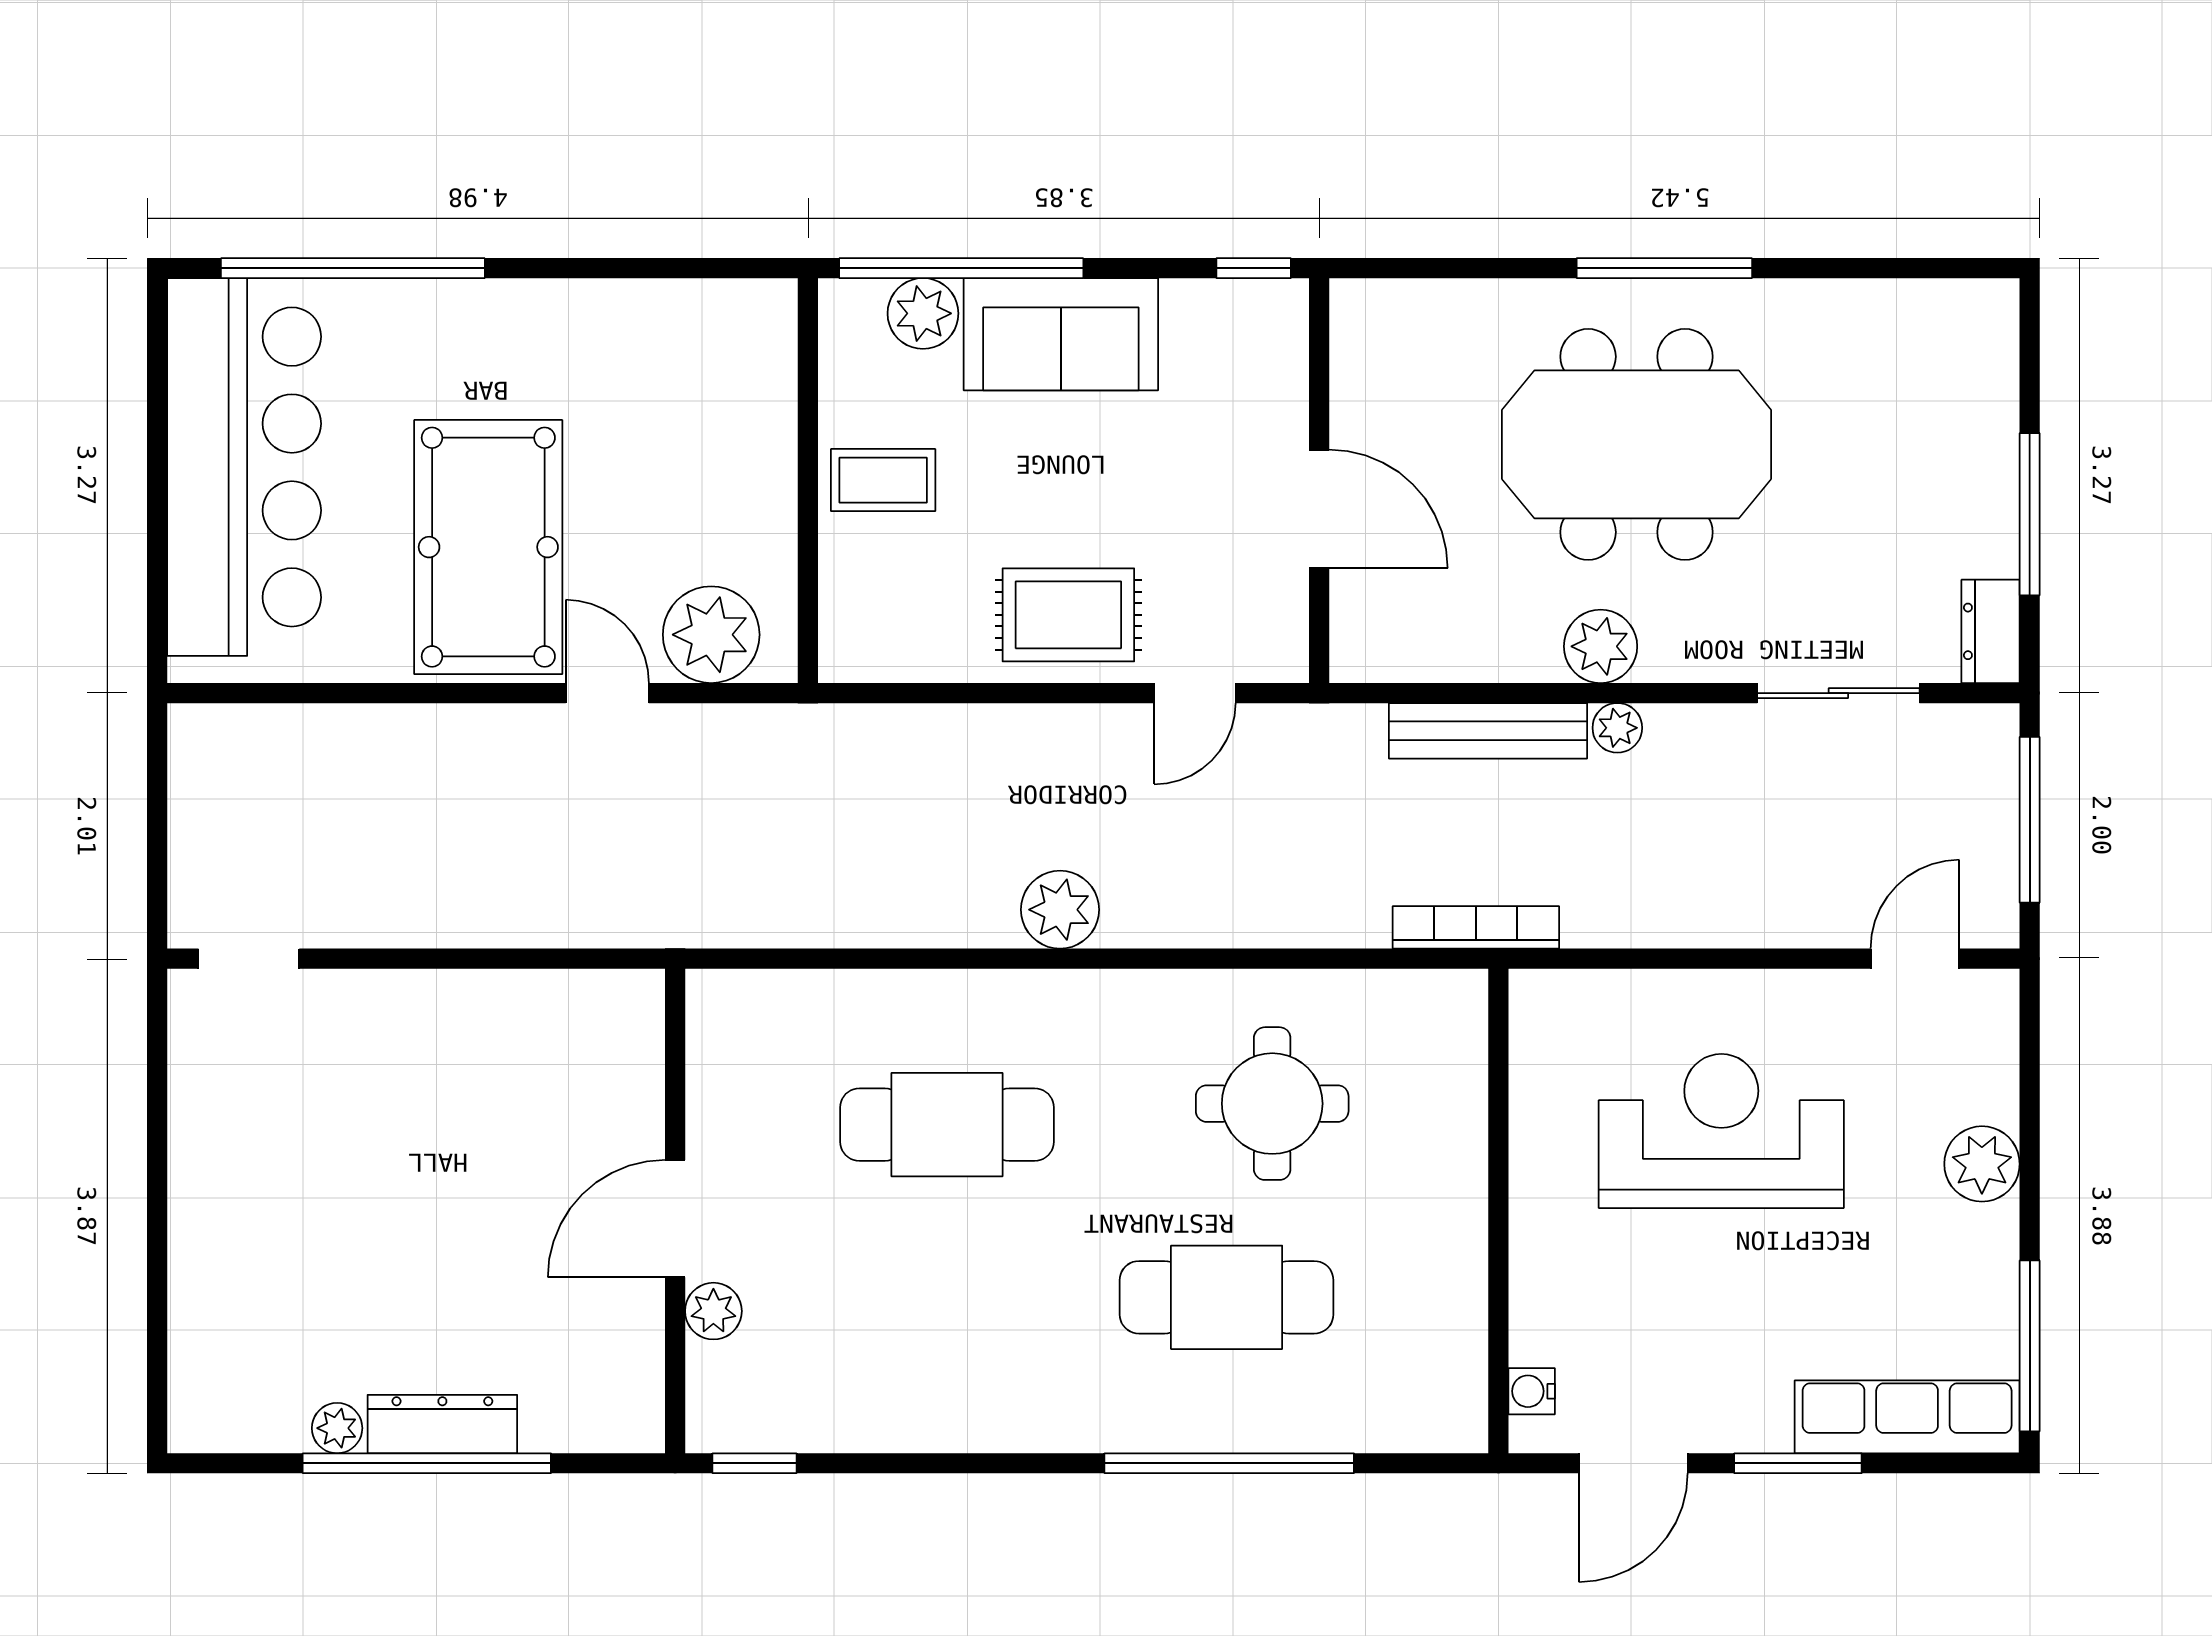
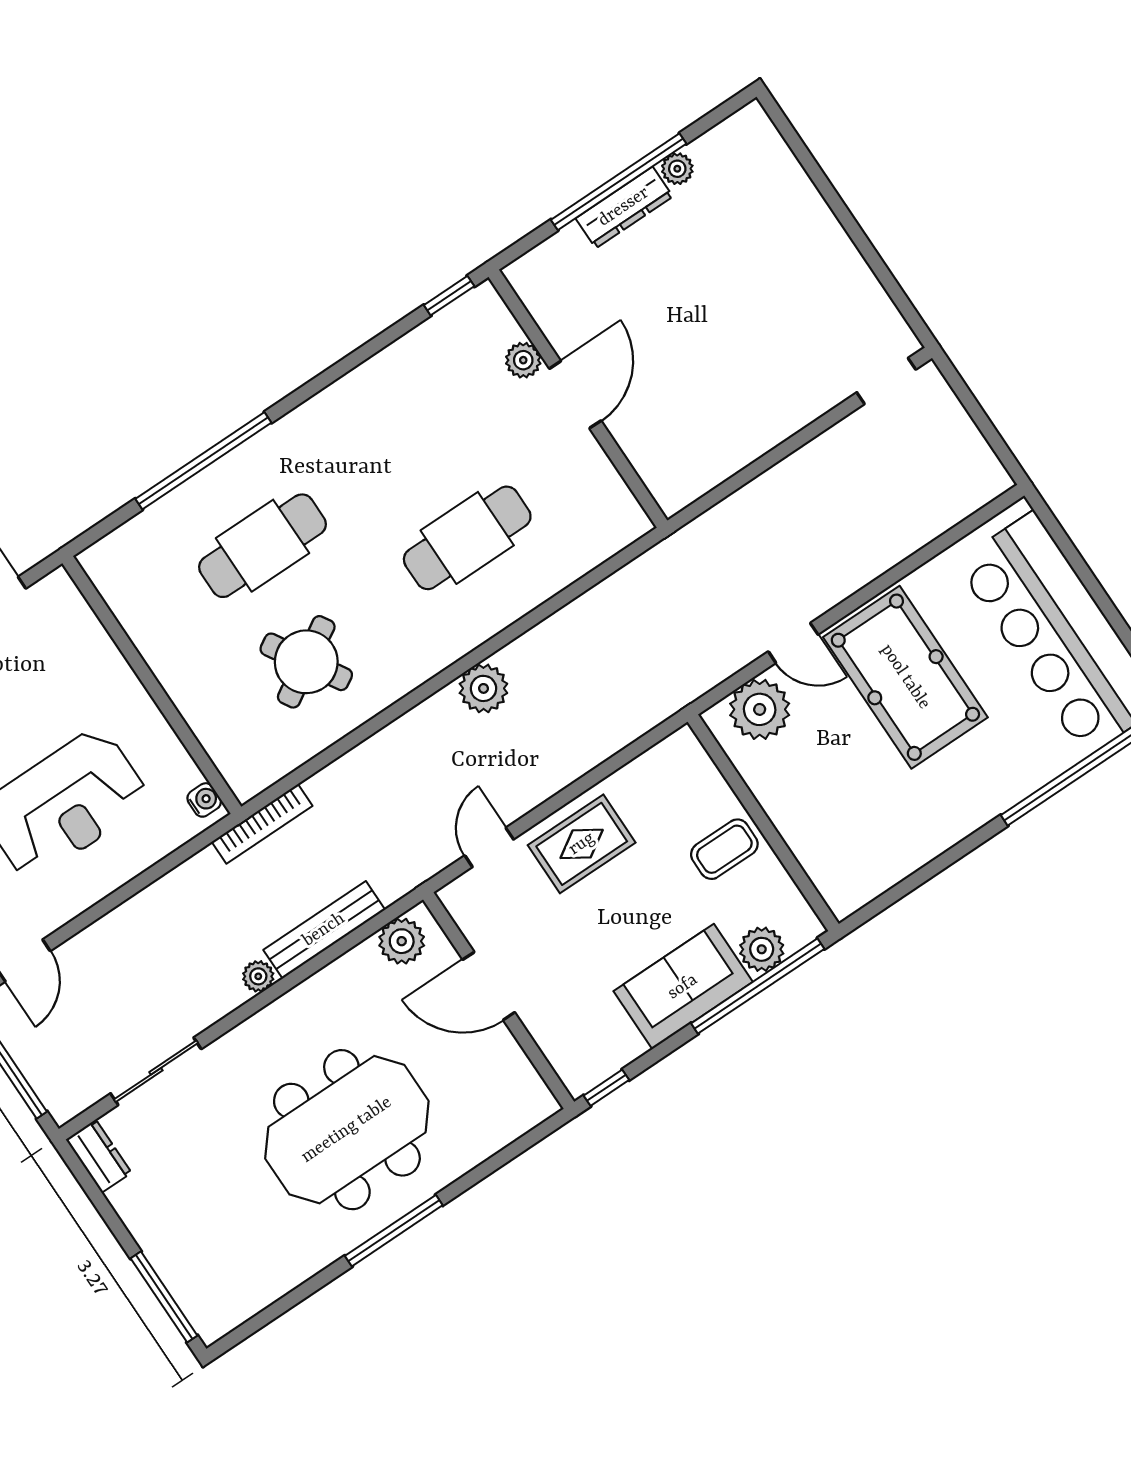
window: (2030, 514) -> (164, 1297), moved
plant: (1601, 646) -> (402, 941), moved
round table: (1272, 1104) -> (306, 662), turned -31
water cooler: (1532, 1391) -> (204, 800), moved

